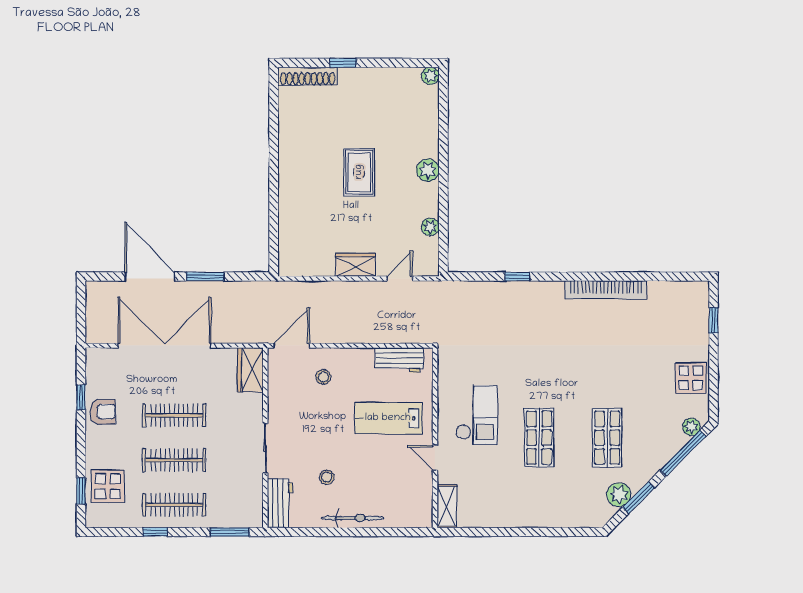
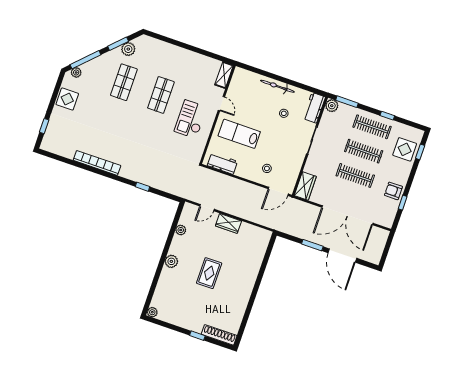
lab bench: (388, 418) -> (239, 134), turned 180
plant: (252, 517) -> (332, 106), added

